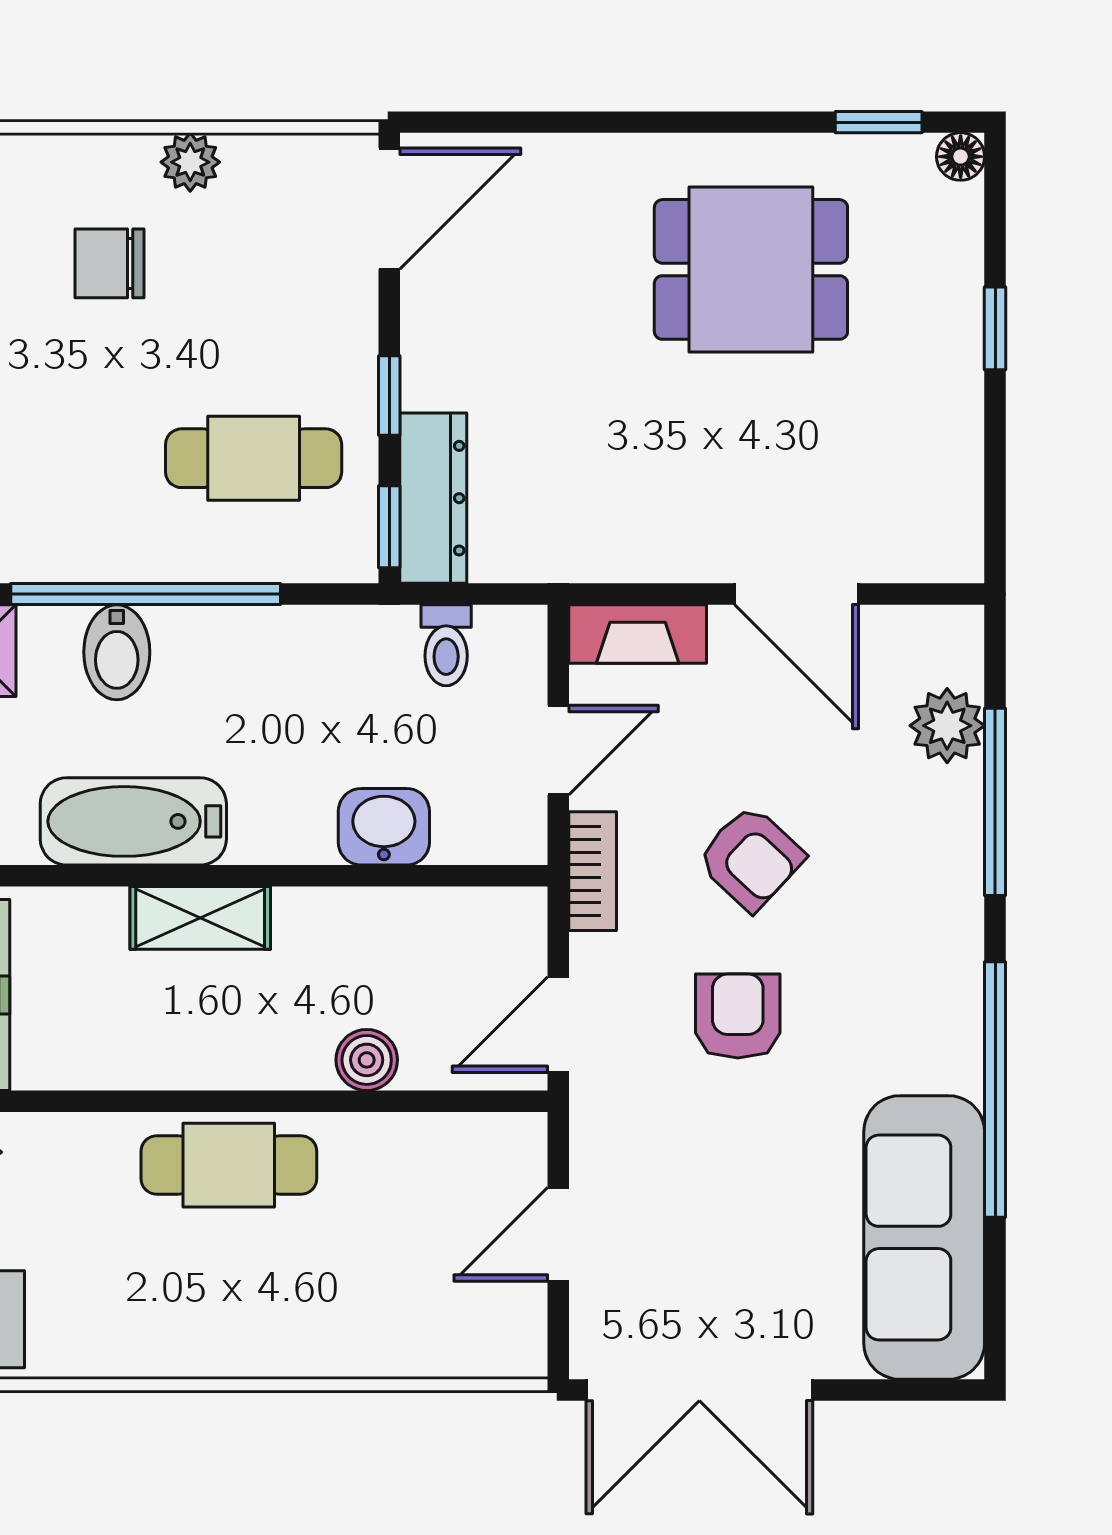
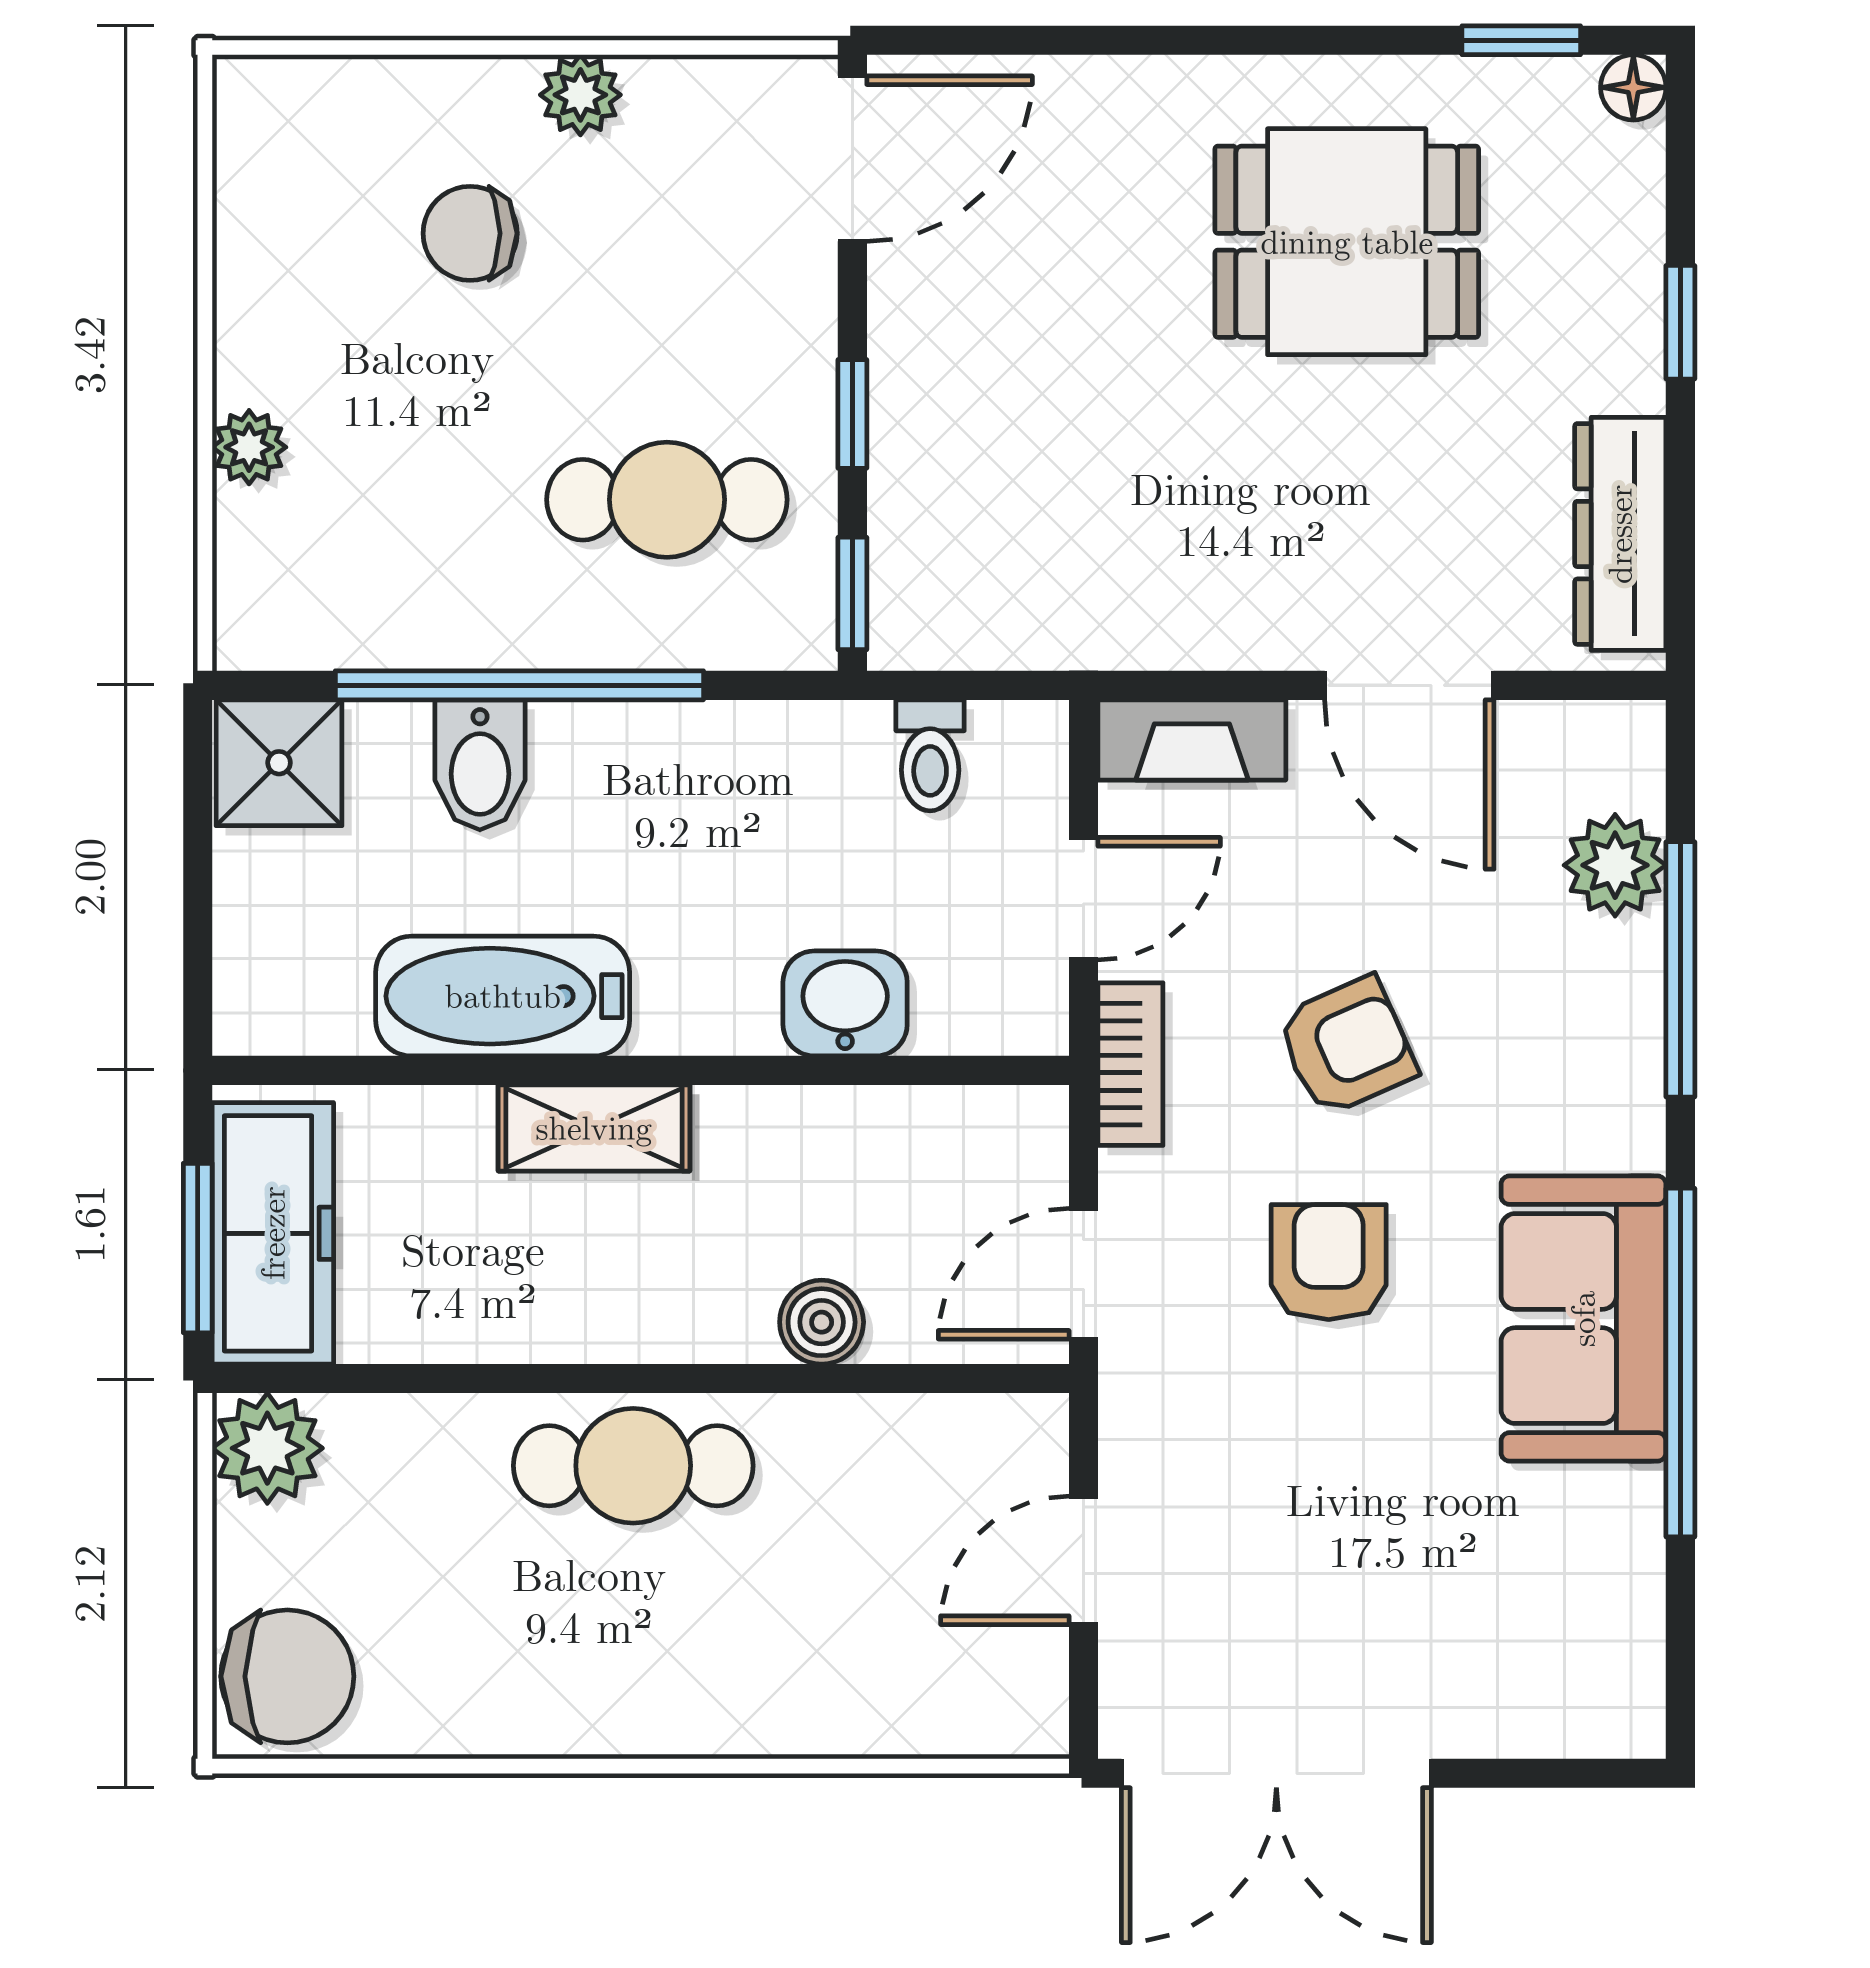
dresser: (433, 498) -> (1620, 534), moved, turned 180
armchair: (751, 858) -> (1347, 1046), turned -67
sofa: (924, 1237) -> (1583, 1319), moved, width x0.73

